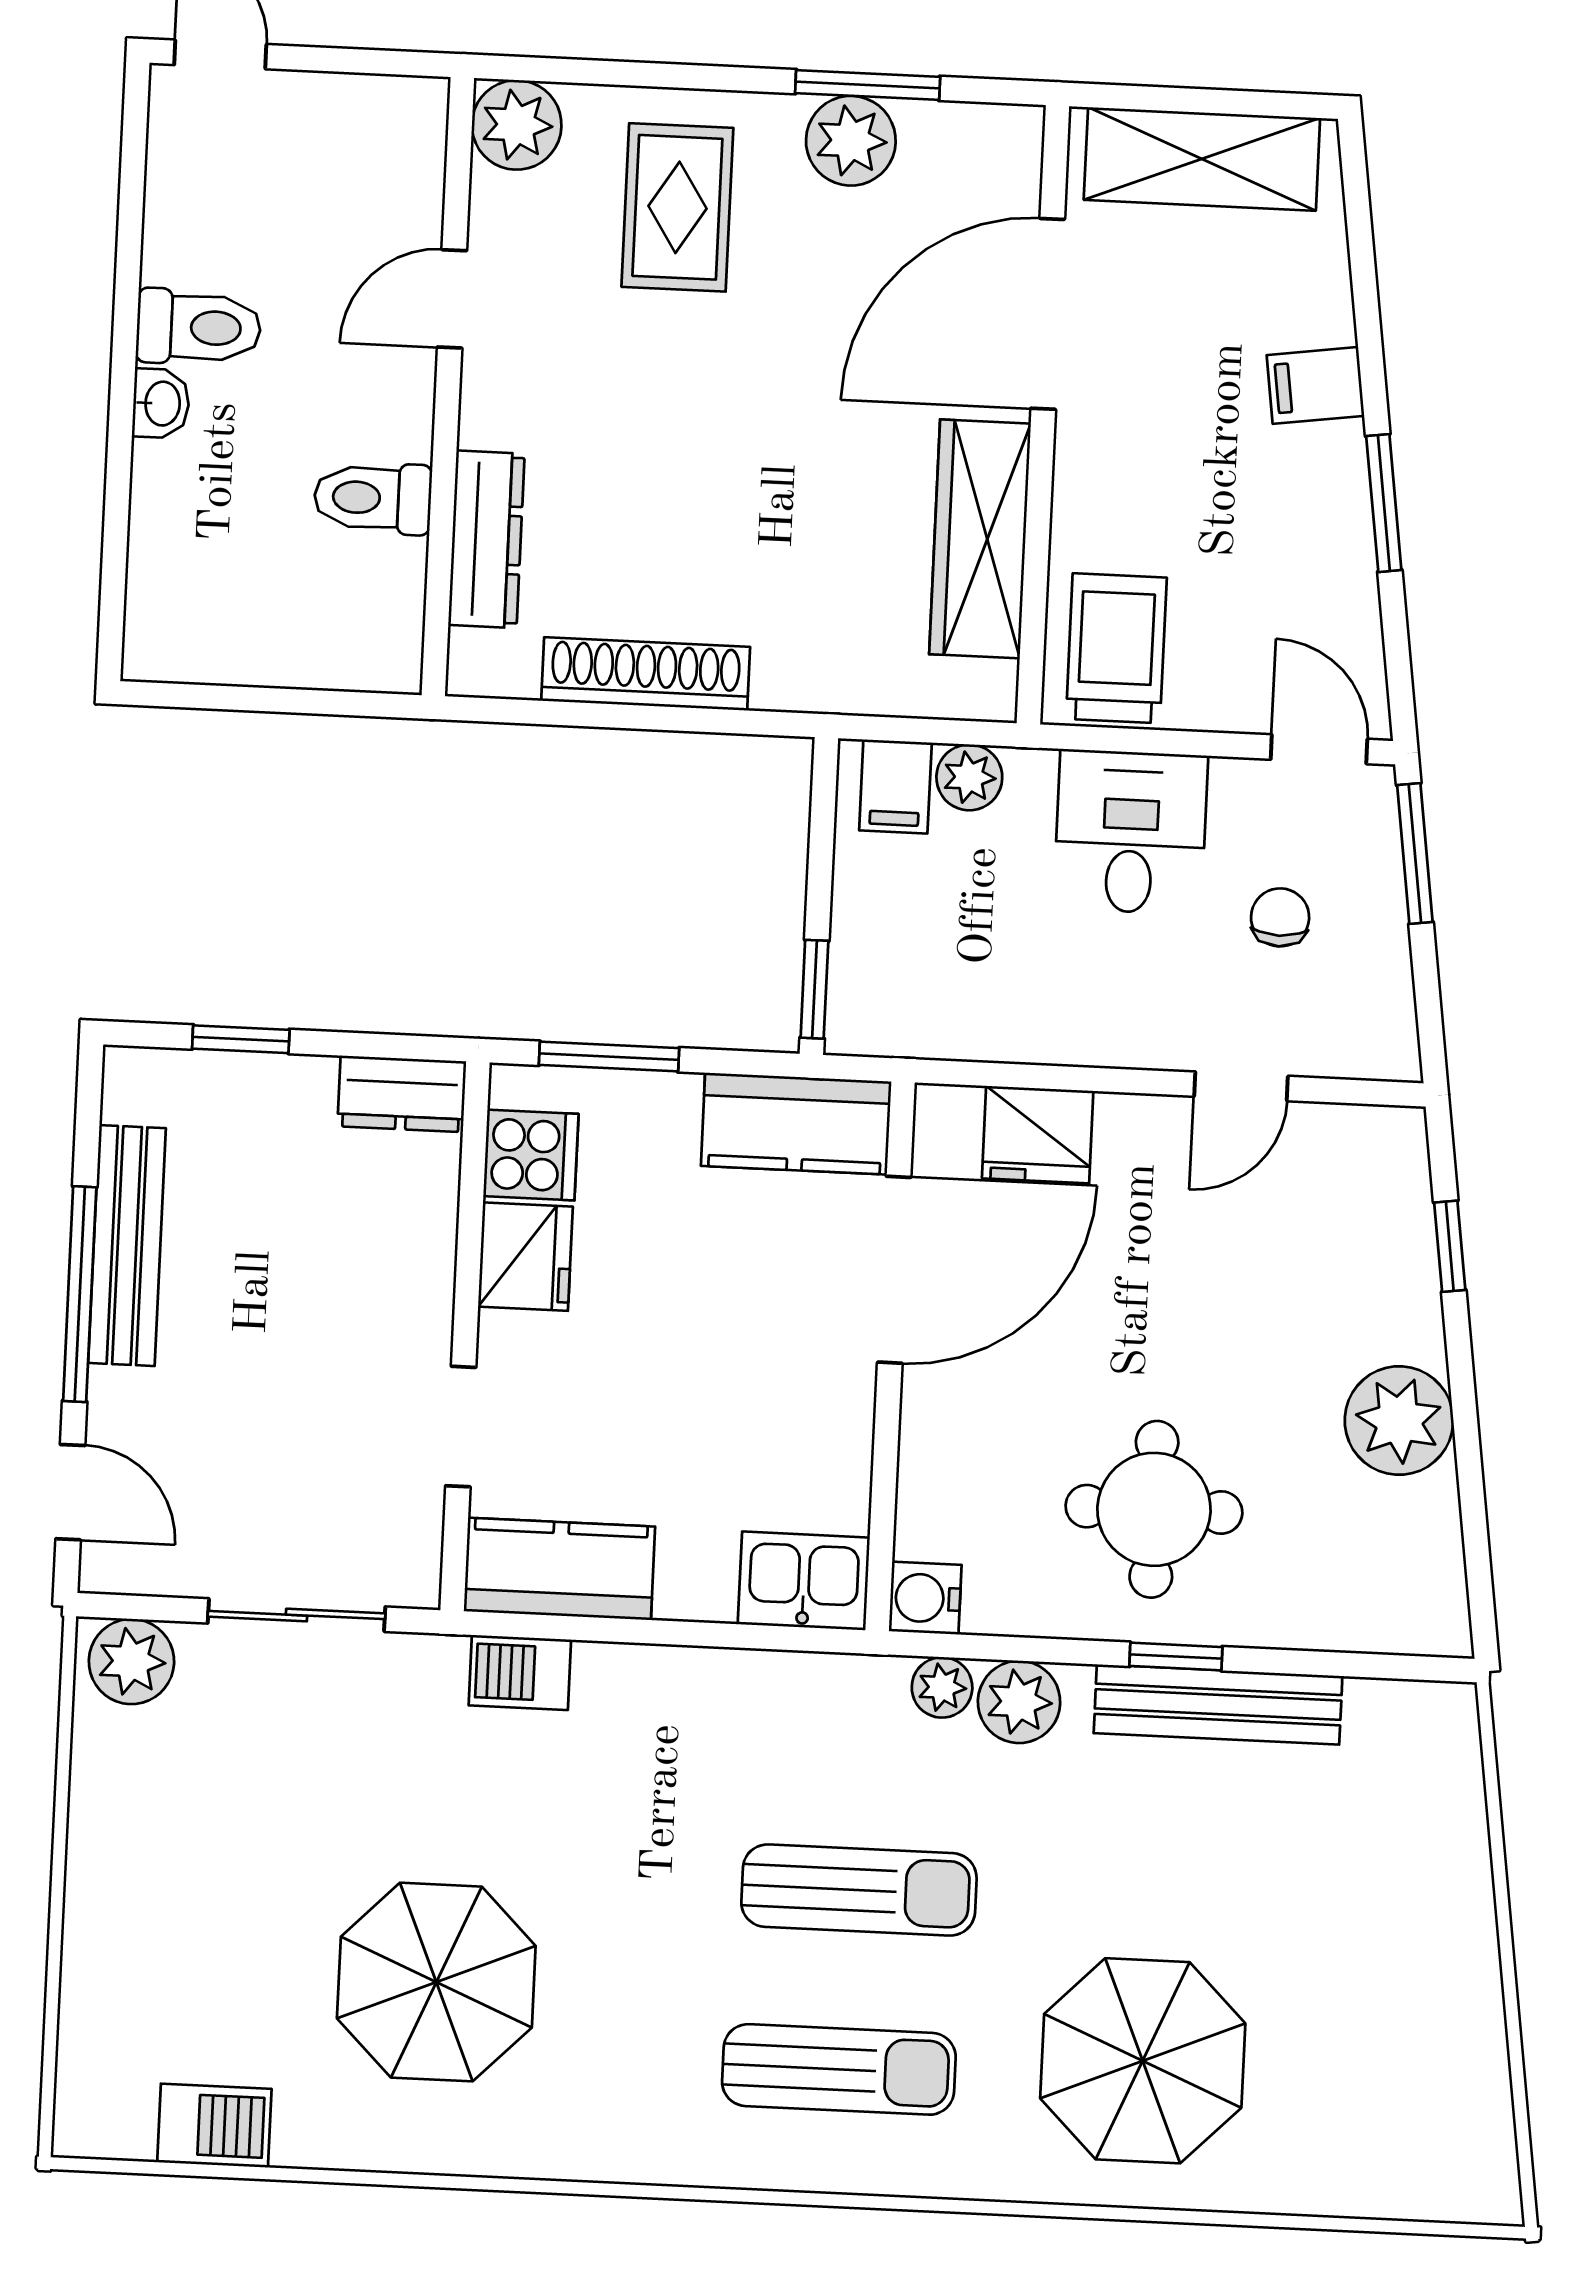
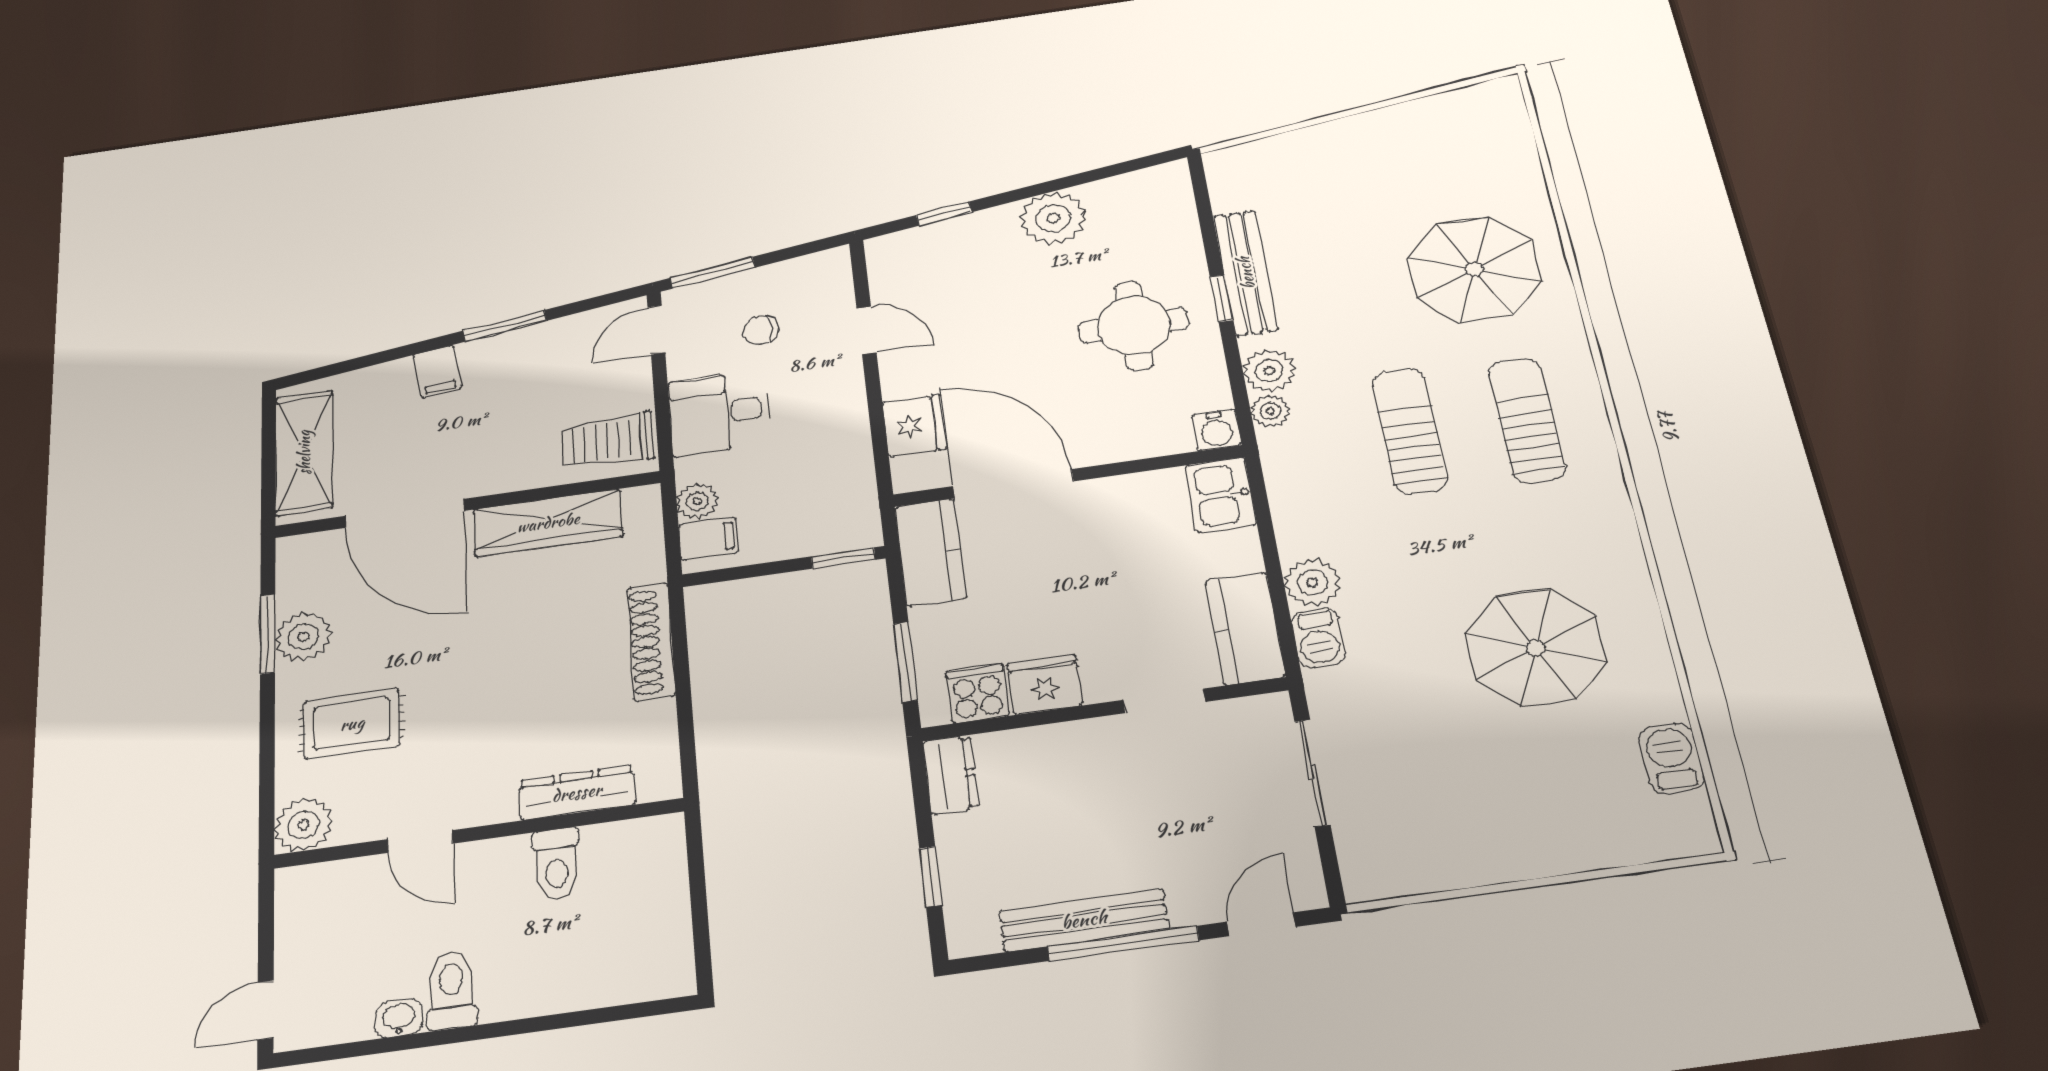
washbasin: (161, 403) -> (399, 1019), moved
shoe rack: (646, 674) -> (651, 642), moved
plant: (131, 1662) -> (1312, 582), moved

